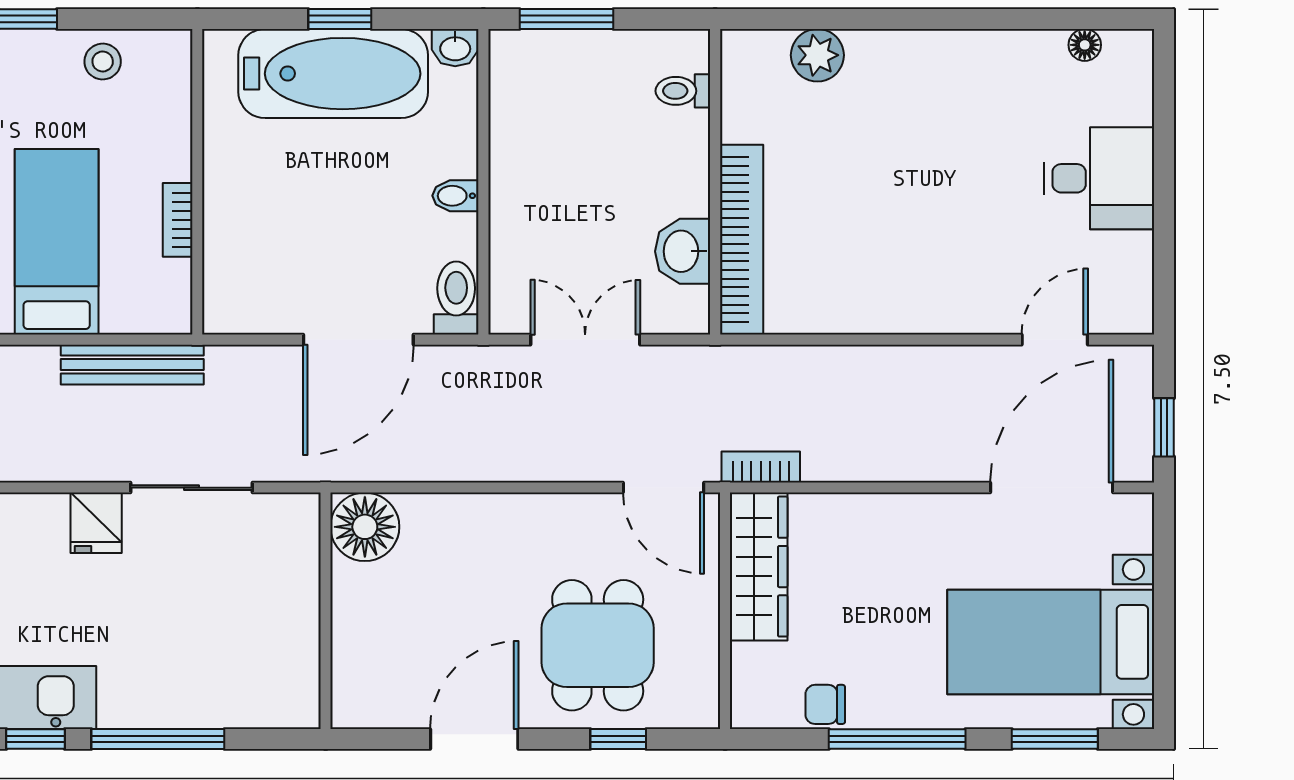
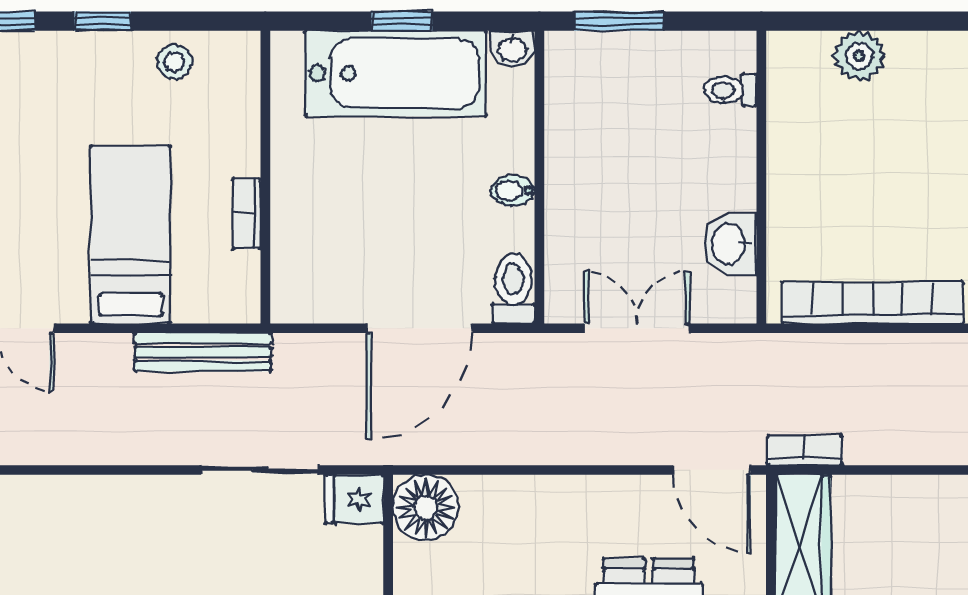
bookcase: (742, 240) -> (873, 303), moved, turned -90
fridge: (96, 523) -> (354, 499), moved, turned 90

